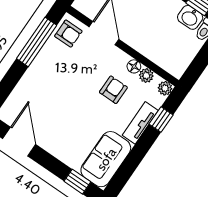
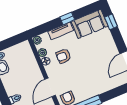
window: (161, 120) -> (67, 18), moved

